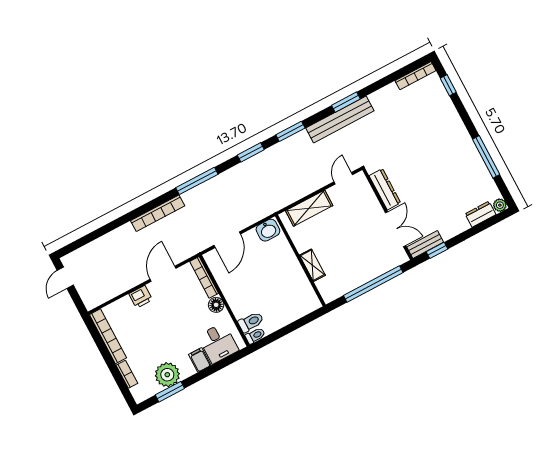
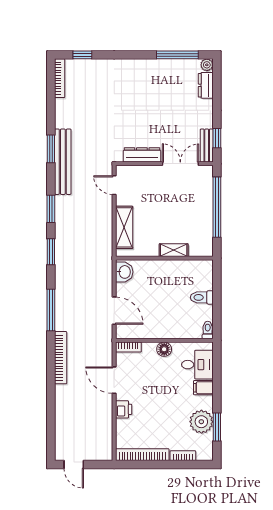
window: (486, 157) -> (177, 55), moved
bookcase: (204, 277) -> (128, 347), width x0.64
toilet: (251, 322) -> (202, 297), moved, turned -90

